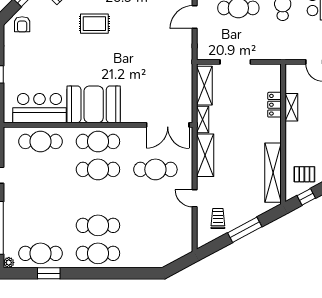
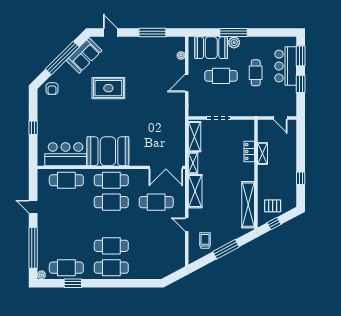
rug: (94, 24) -> (108, 88), width x1.36, depth x1.43

